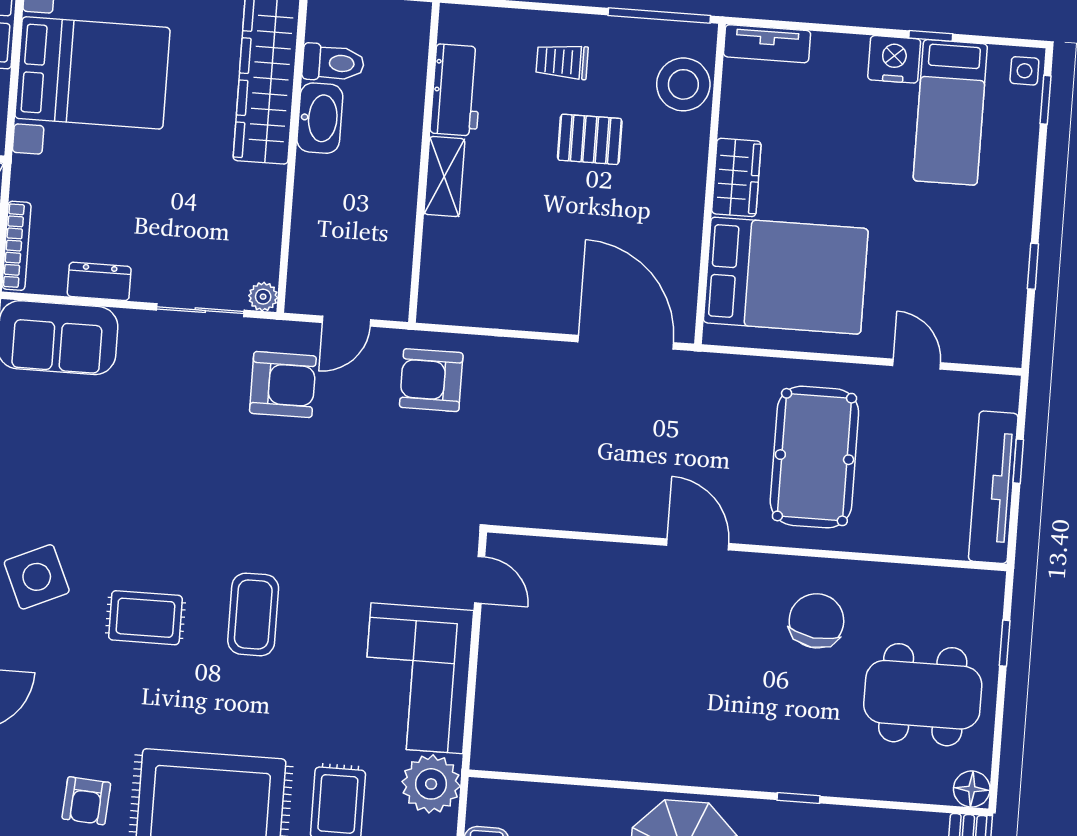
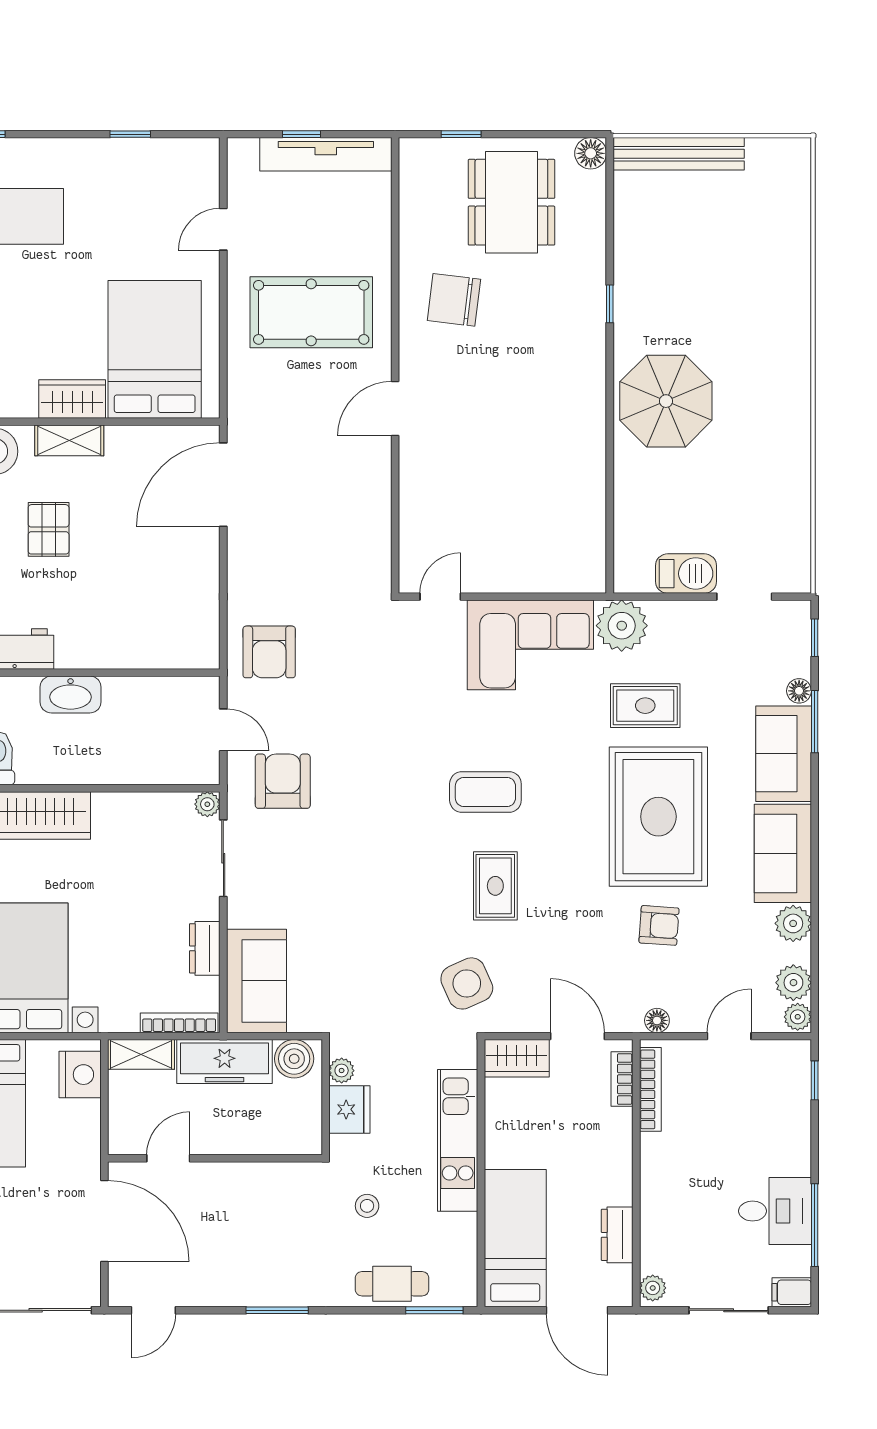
washbasin: (320, 118) -> (71, 694), moved, turned 180
shelving: (444, 177) -> (69, 440), moved

